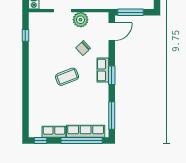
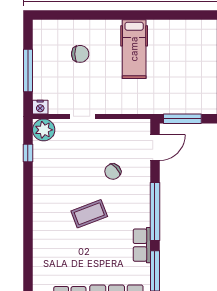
plant: (81, 20) -> (44, 130), moved
row of seats: (103, 70) -> (142, 245), moved
window: (112, 75) -> (155, 211), width x2.11

